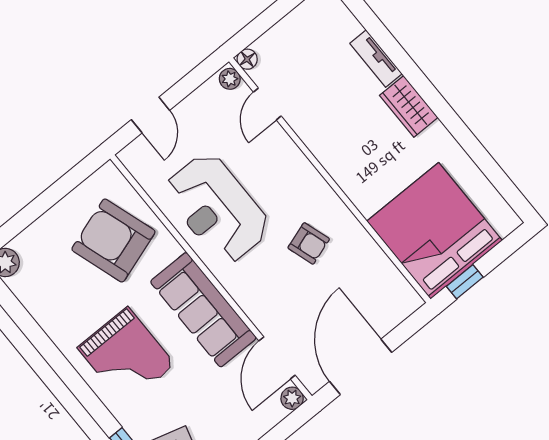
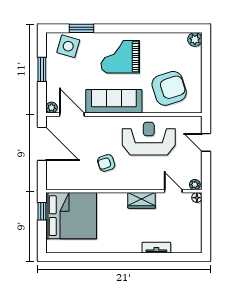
wardrobe: (409, 106) -> (142, 200), moved, turned 180

